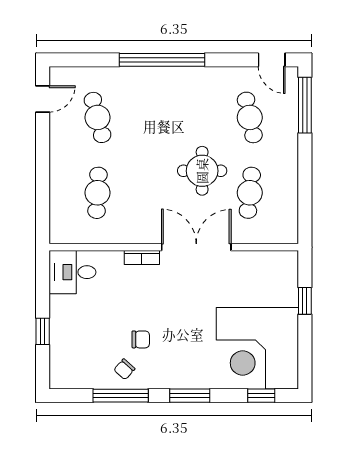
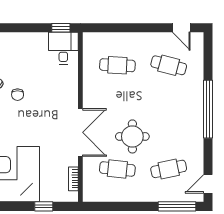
cafe table: (98, 117) -> (169, 65), turned 30
bookcase: (142, 257) -> (73, 179), moved
window: (43, 331) -> (61, 28), moved

